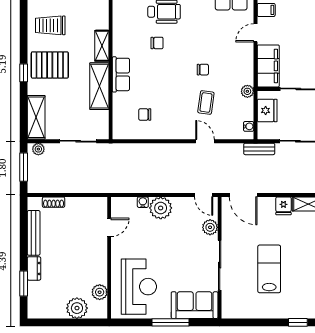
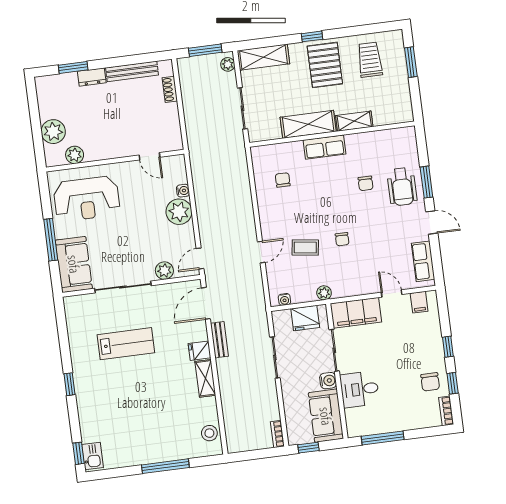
bench: (259, 149) -> (219, 340), moved

